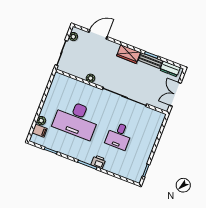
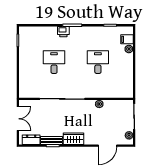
desk: (76, 119) -> (98, 62), width x0.53, depth x0.77

